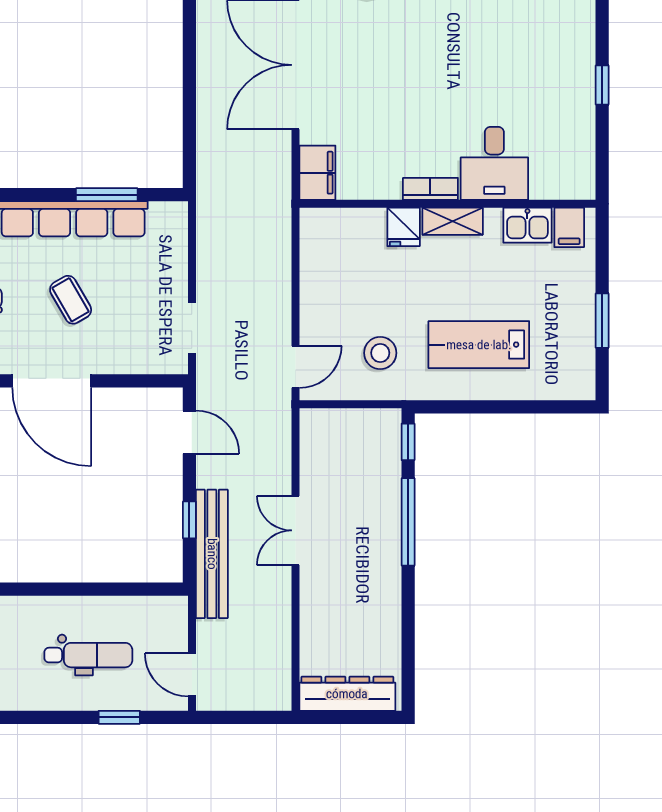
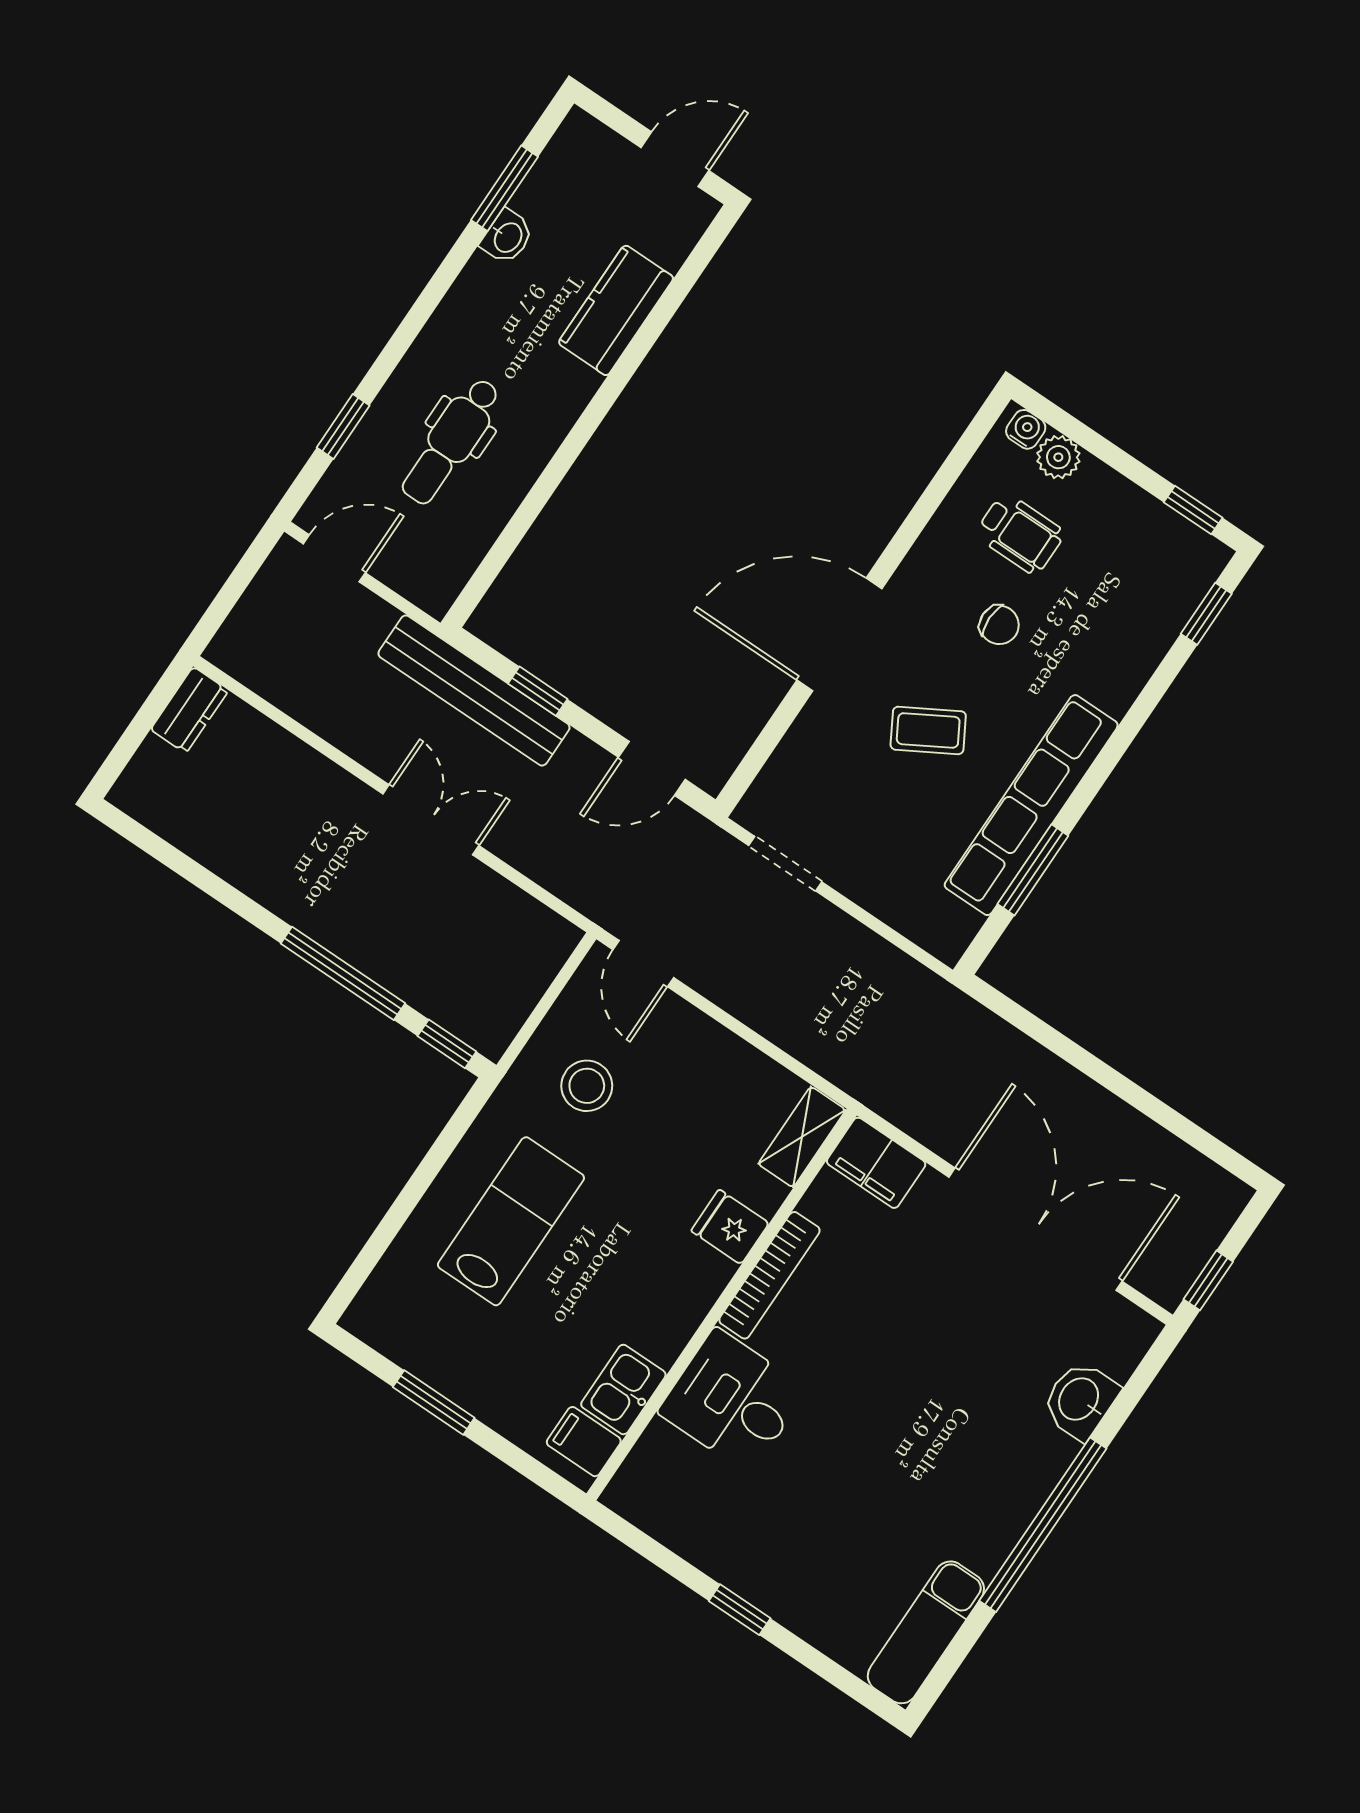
bookcase: (430, 189) -> (769, 1275), width x1.56
shelving: (453, 221) -> (802, 1137), moved
dresser: (347, 694) -> (189, 710), width x0.51, depth x0.80

